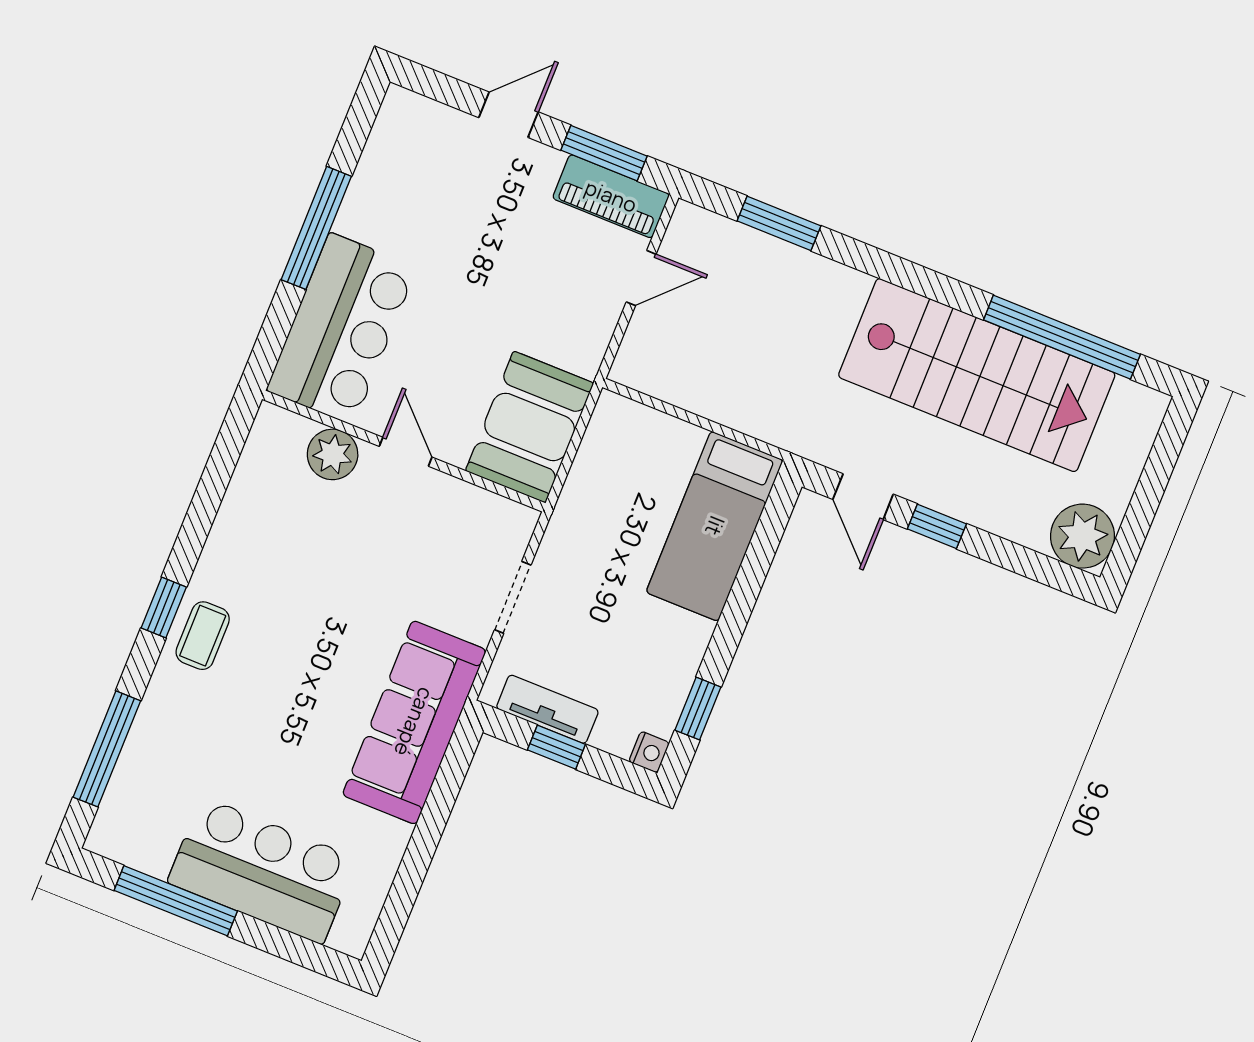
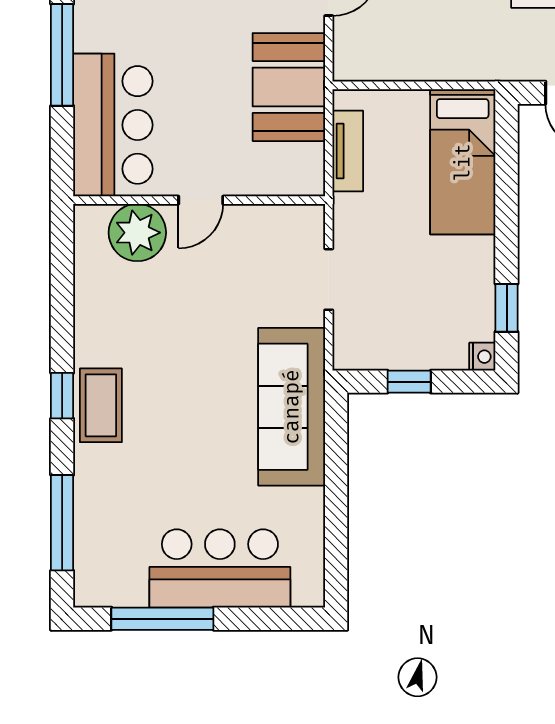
booth: (530, 427) -> (289, 87), moved
door: (406, 452) -> (201, 200), swing flipped
plant: (333, 454) -> (137, 233), width x1.36, depth x1.36
coffee table: (203, 636) -> (101, 405), width x1.36, depth x1.30
tv unit: (547, 709) -> (348, 151), moved, turned 90

